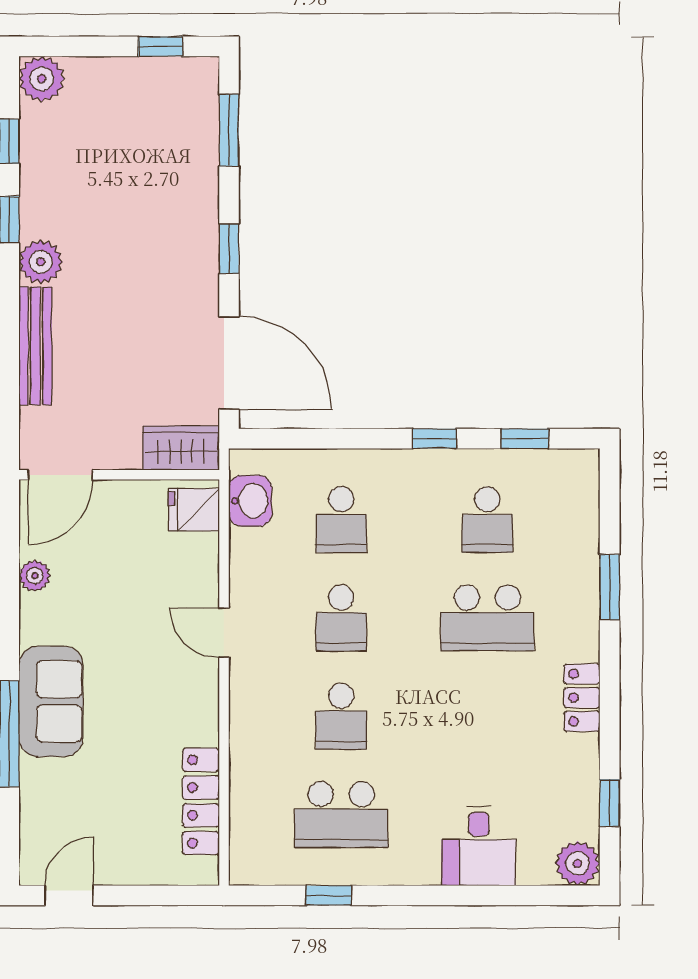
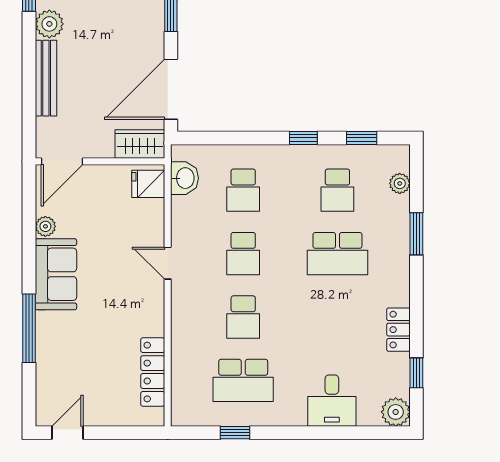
door: (229, 363) -> (171, 89), swing flipped
plant: (584, 509) -> (400, 183), added
locker: (582, 698) -> (398, 330), moved
sofa: (51, 701) -> (56, 274), moved

